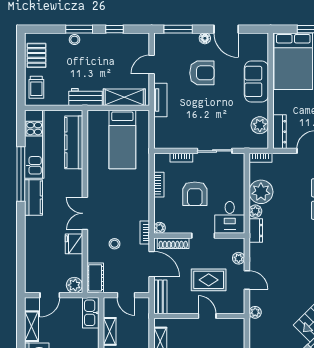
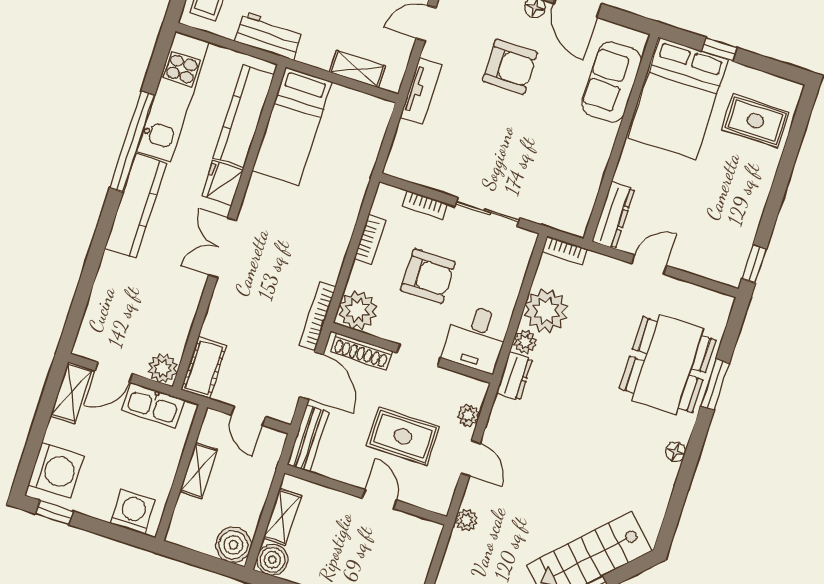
sofa: (256, 81) -> (611, 82), moved
workbench: (86, 97) -> (269, 36), moved
shelving: (124, 97) -> (357, 69), width x0.67, depth x0.75
plant: (260, 125) -> (582, 193), removed
bed: (122, 139) -> (292, 126), moved
armchair: (195, 194) -> (428, 276), turned -90
kitchen counter: (34, 197) -> (136, 206), width x1.50
plant: (160, 228) -> (358, 310), width x1.88, depth x1.88
bookcase: (145, 233) -> (317, 316), width x1.56
fridge: (74, 244) -> (222, 183), moved
stool: (115, 244) -> (257, 318), removed
kitchen sink: (91, 313) -> (153, 405), moved, turned -90
shelving: (31, 326) -> (71, 393), moved

